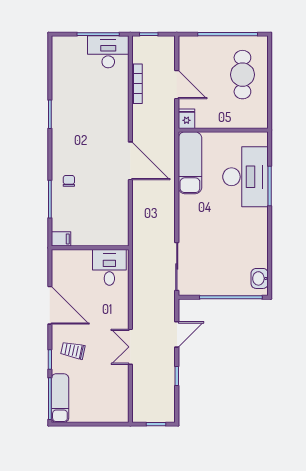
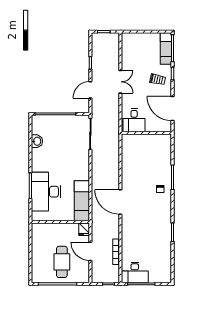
cafe table: (242, 75) -> (62, 262), moved
filing cabinet: (61, 239) -> (165, 151), removed
wall: (90, 248) -> (146, 133), moved
desk: (109, 267) -> (134, 120), moved
washbasin: (260, 278) -> (37, 141), moved

